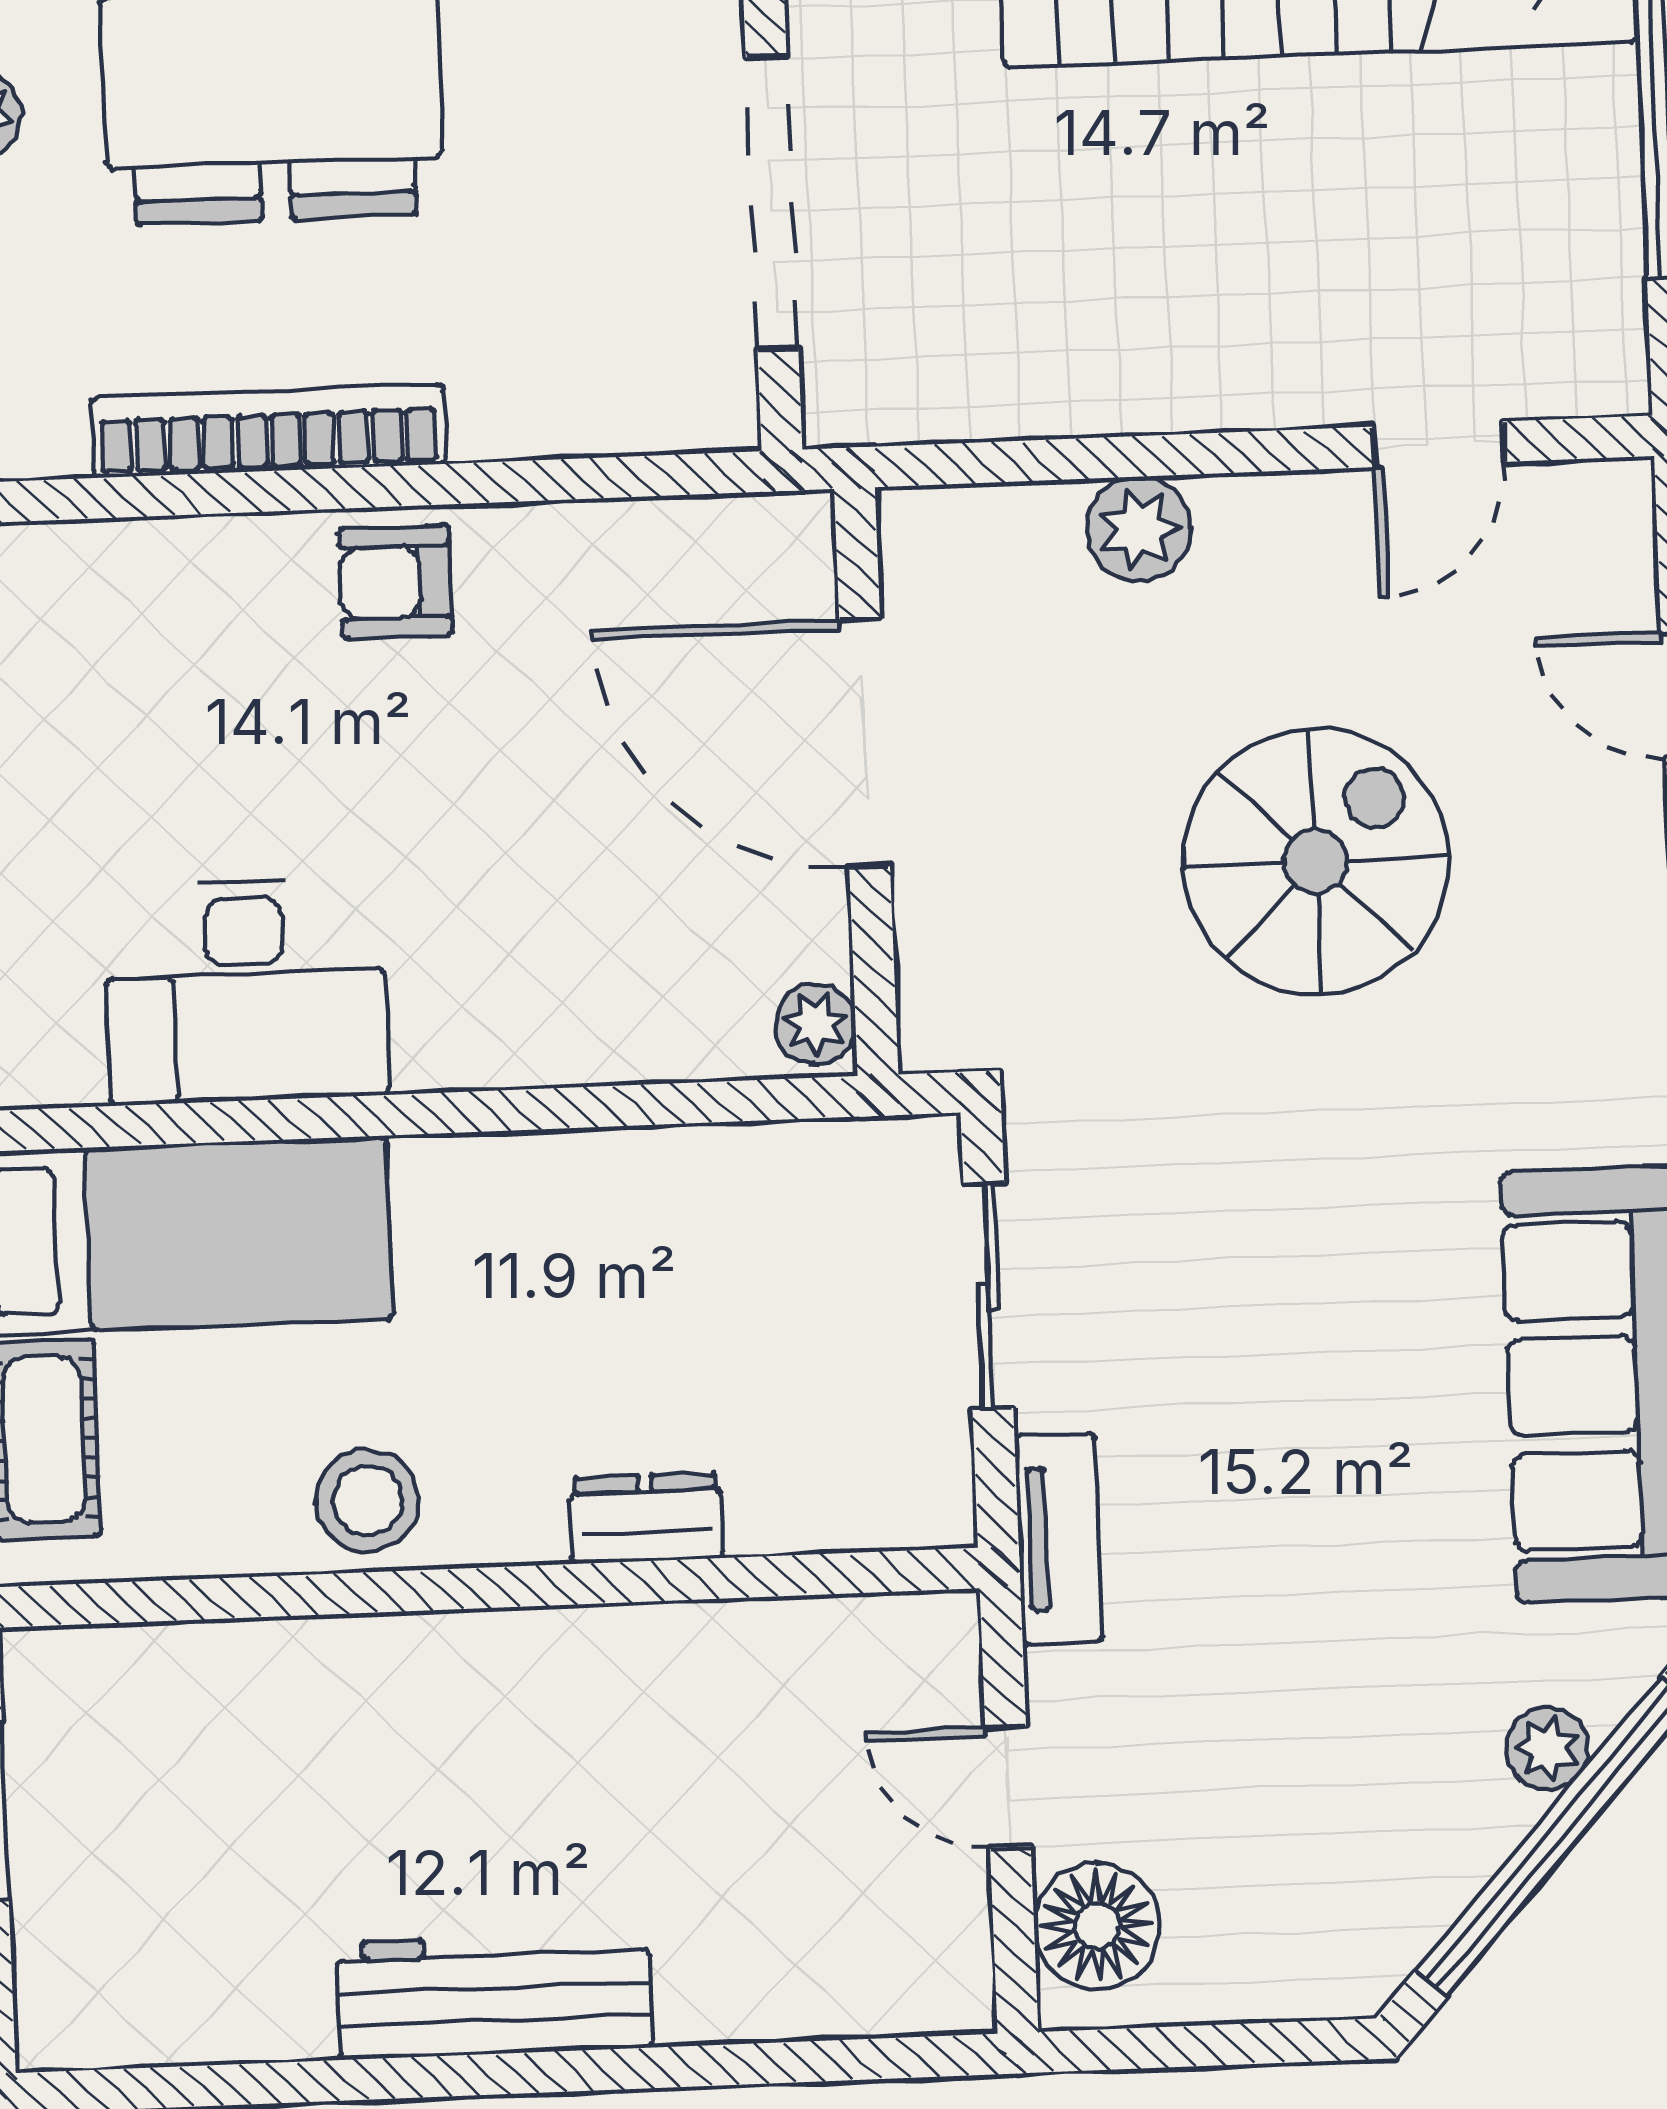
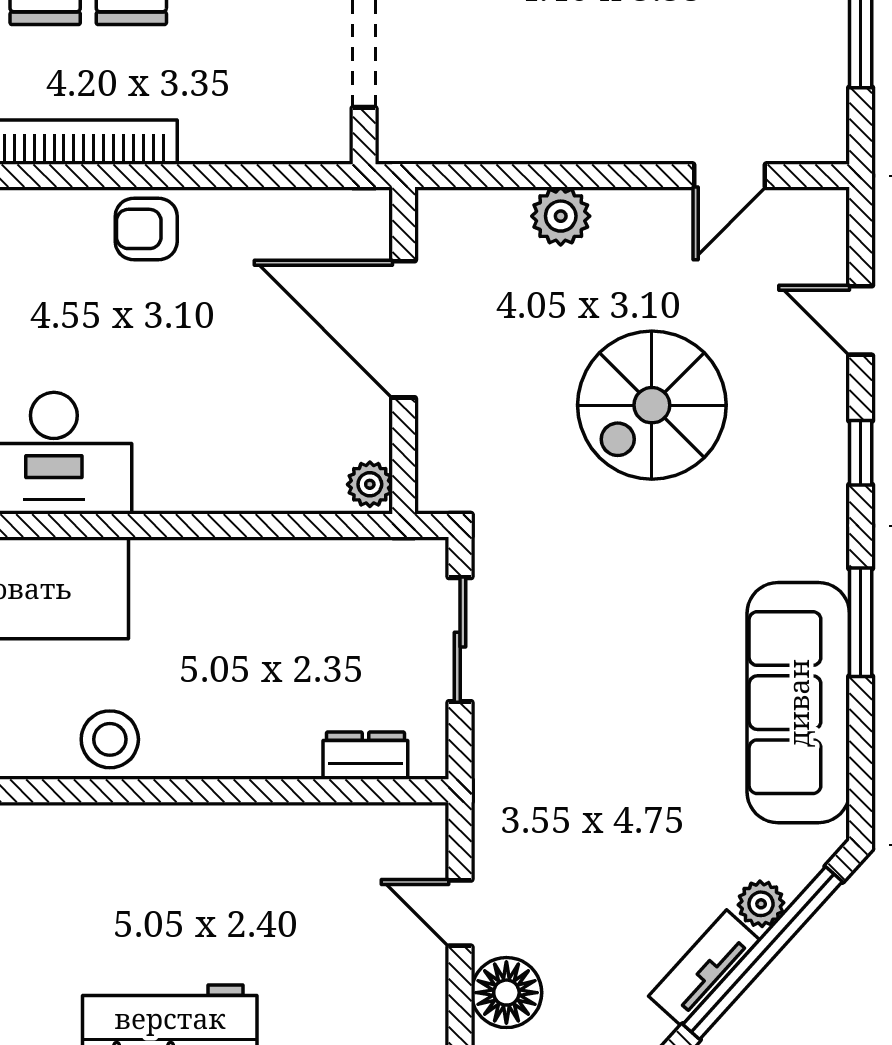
spiral stairs: (1316, 862) -> (652, 405), turned 180
dresser: (646, 1518) -> (365, 756), moved
tv unit: (1058, 1539) -> (704, 968), moved, turned -138

